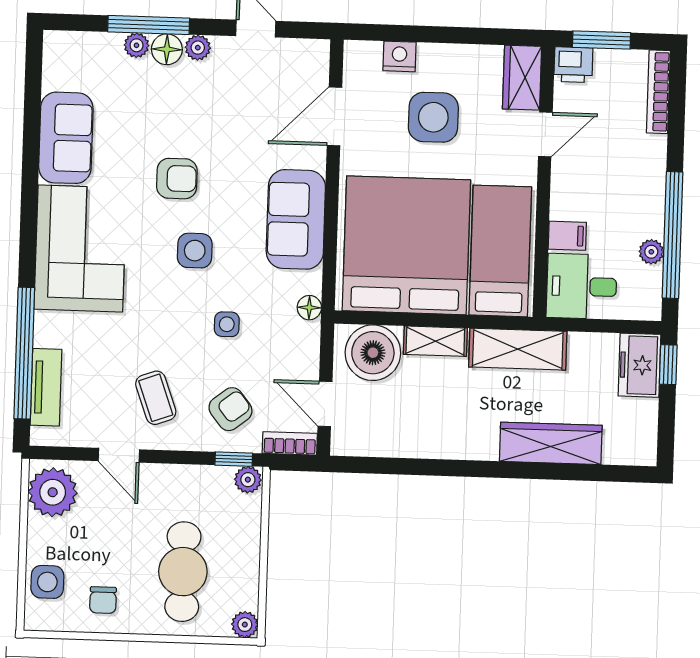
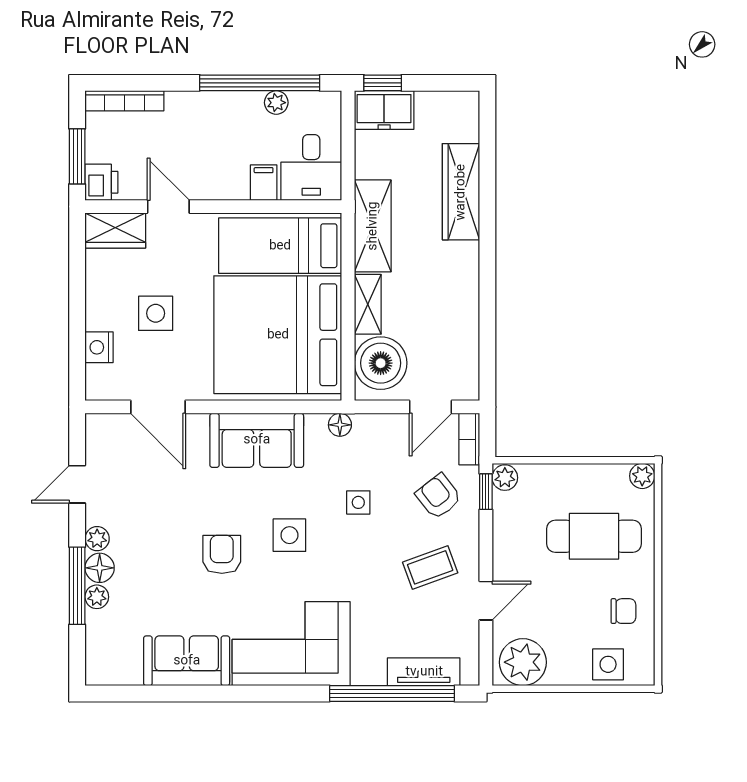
side table: (433, 117) -> (156, 313), width x0.73, depth x0.73

